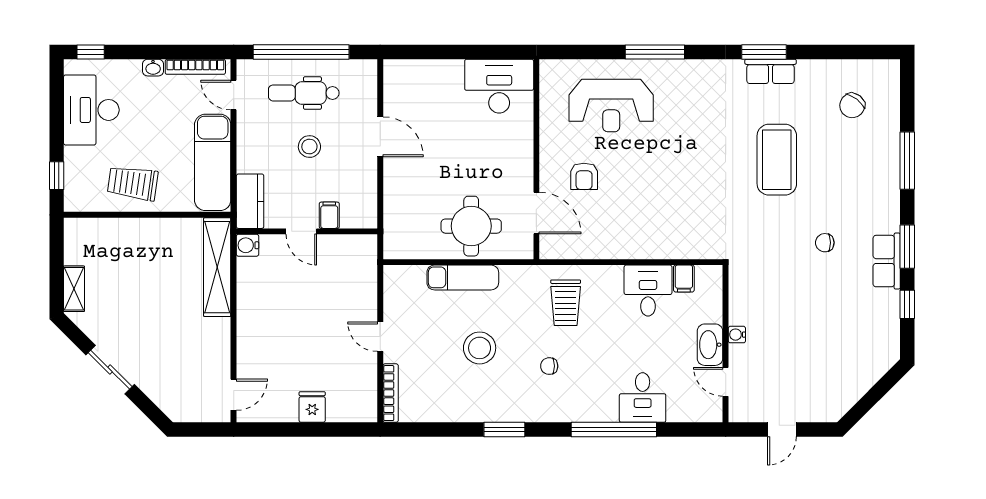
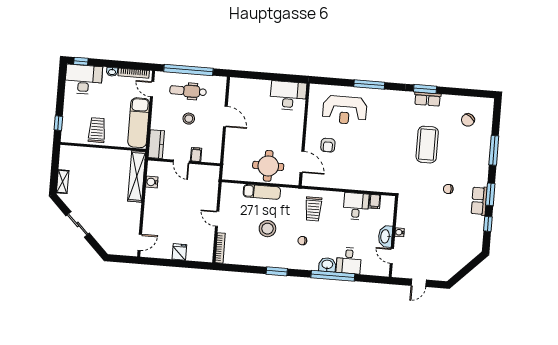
desk: (91, 110) -> (84, 79), moved, turned 90
trolley: (133, 183) -> (97, 130), turned 82
water cooler: (247, 245) -> (152, 182), moved
washbasin: (601, 409) -> (327, 265), added

